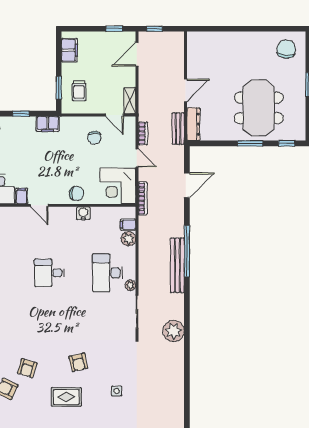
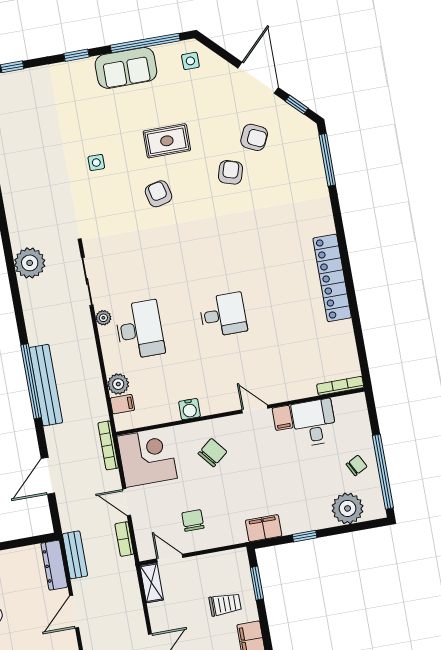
trolley: (79, 91) -> (225, 604), moved, turned 90
chair: (77, 193) -> (213, 453), moved, turned 134
bench: (177, 265) -> (46, 385), moved

